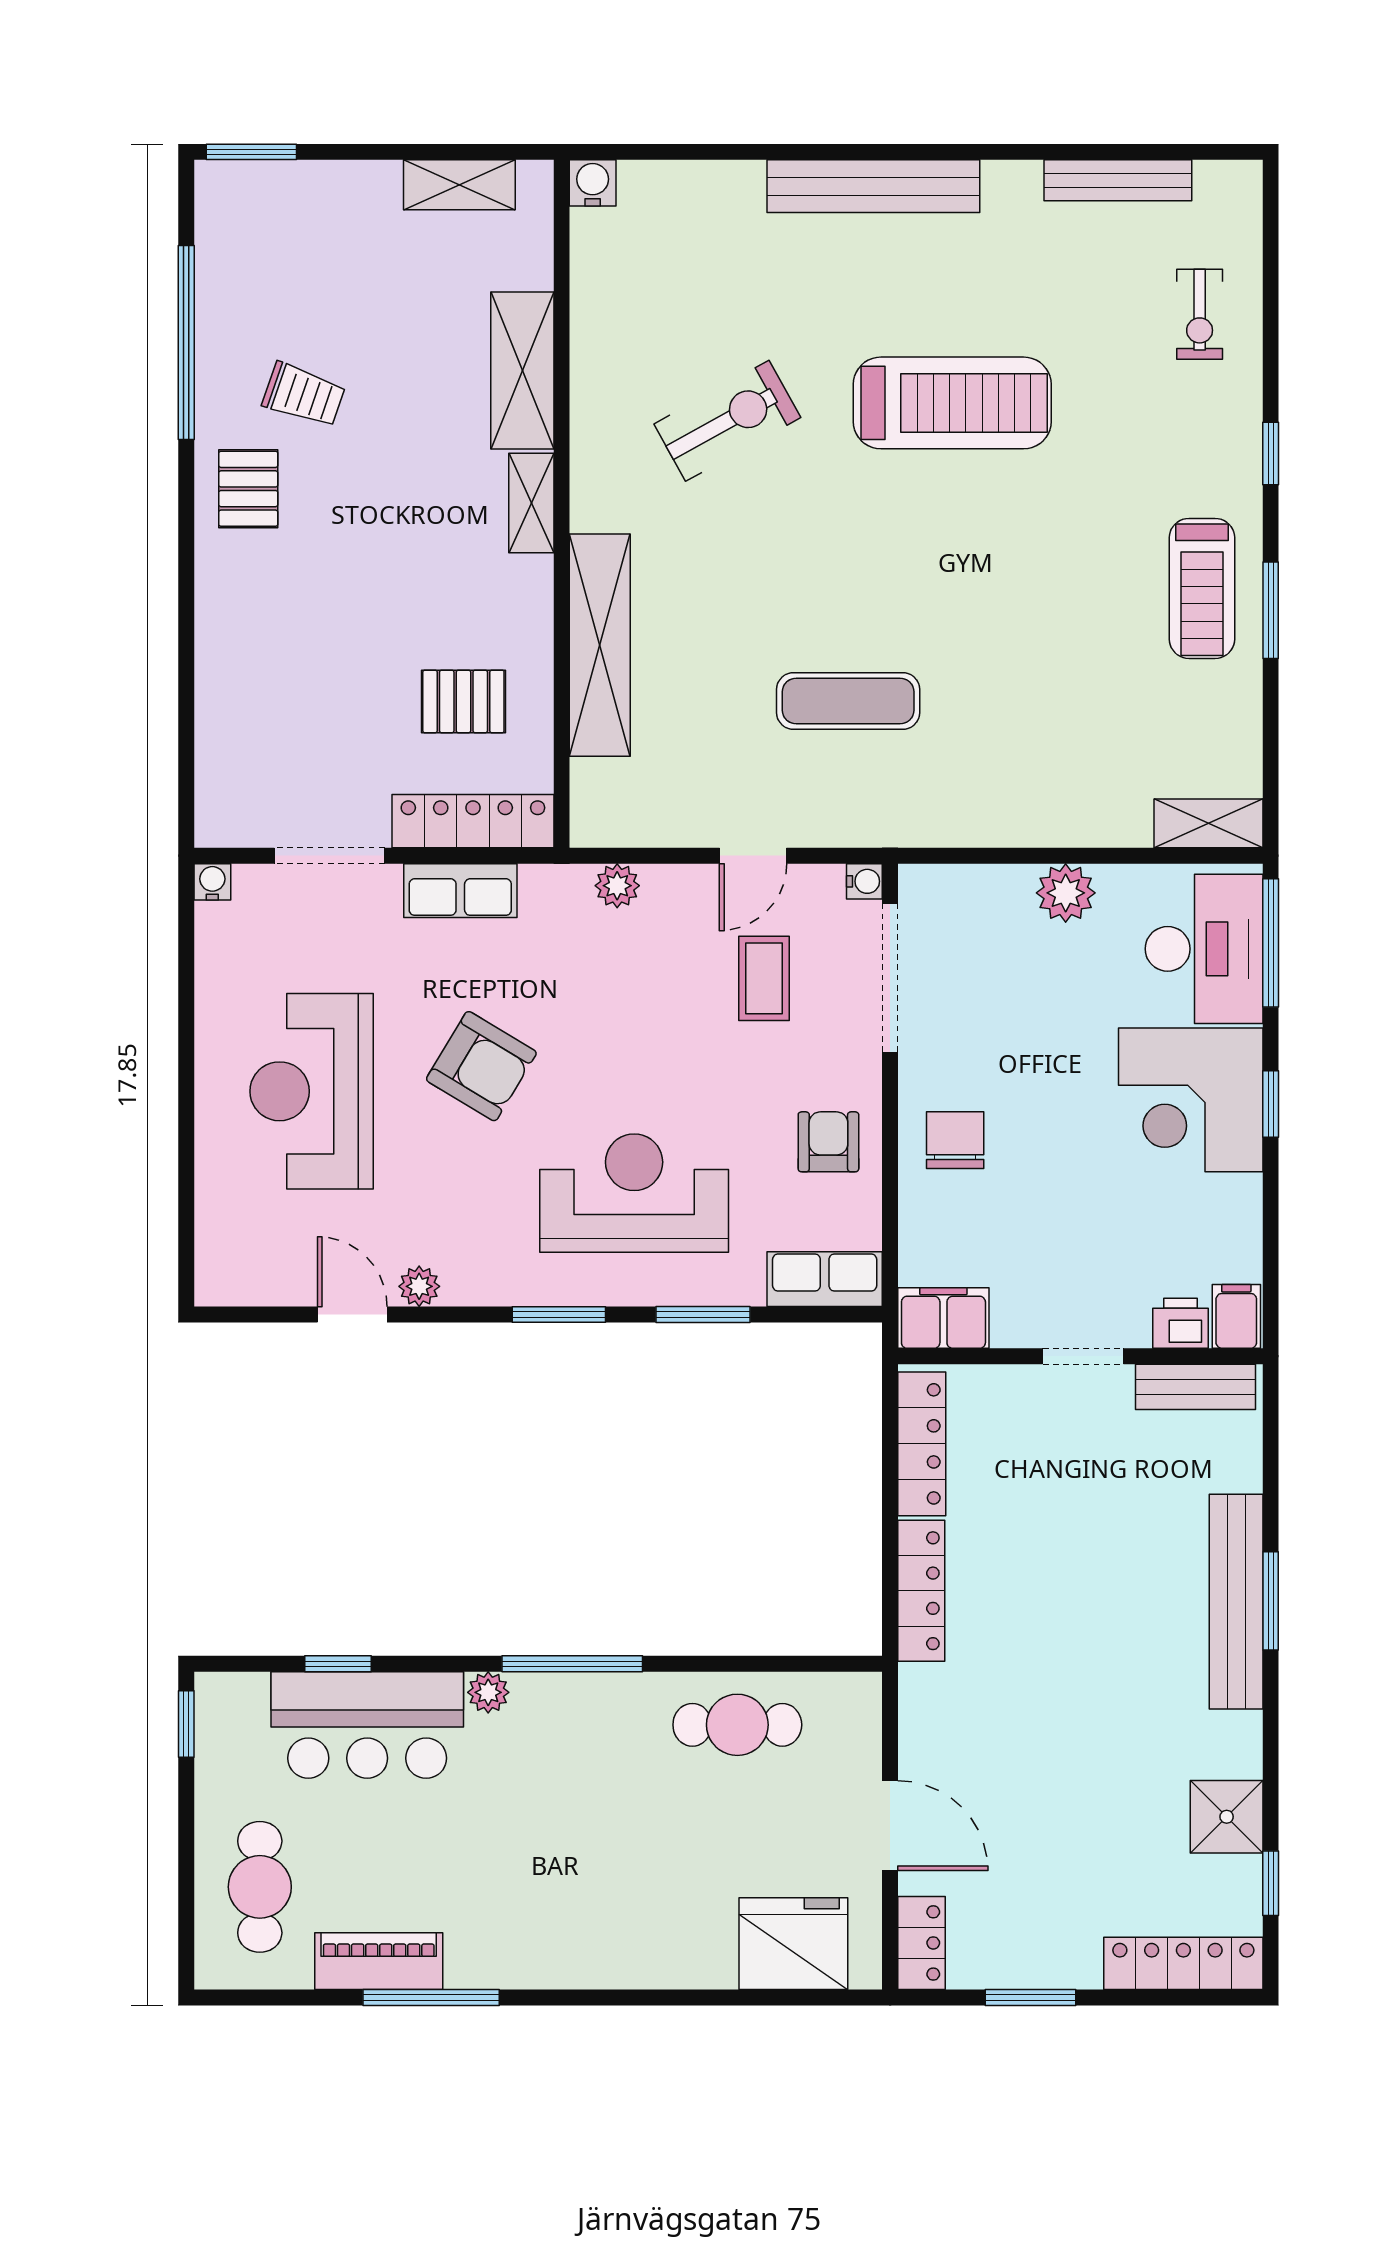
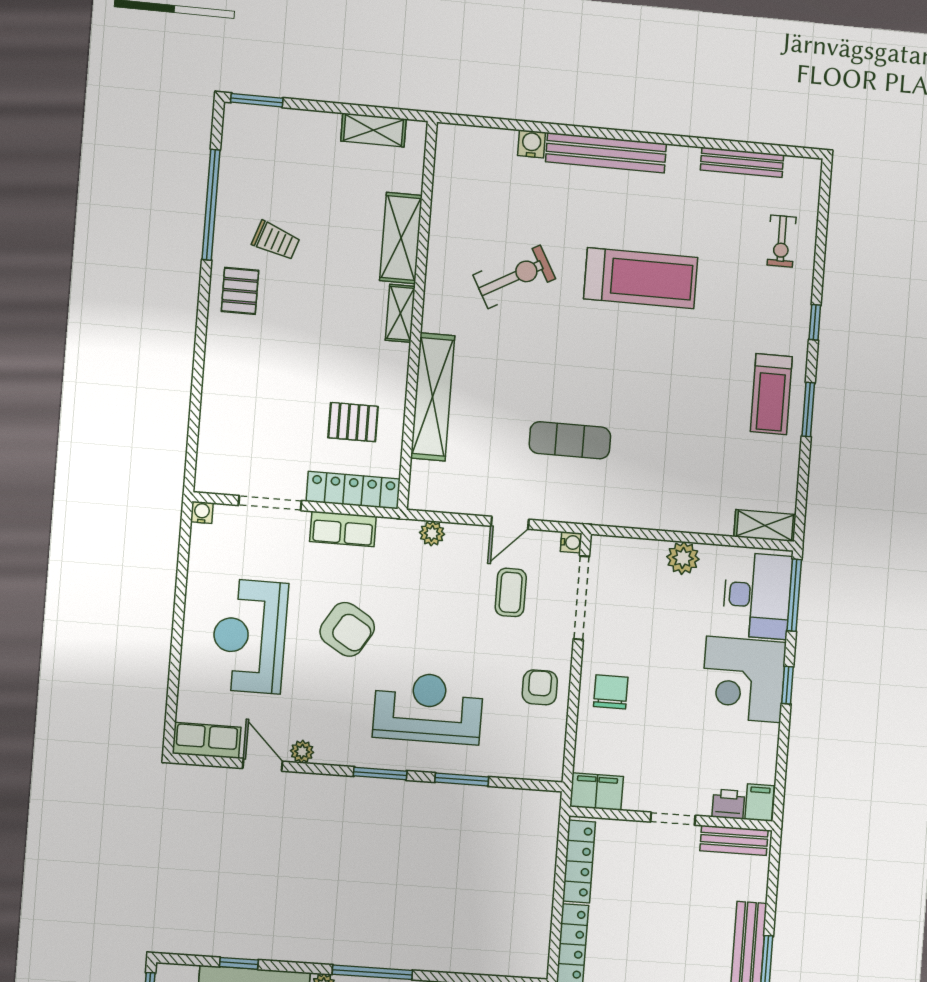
water cooler: (593, 183) -> (531, 144), moved
row of seats: (825, 1279) -> (207, 740), moved

